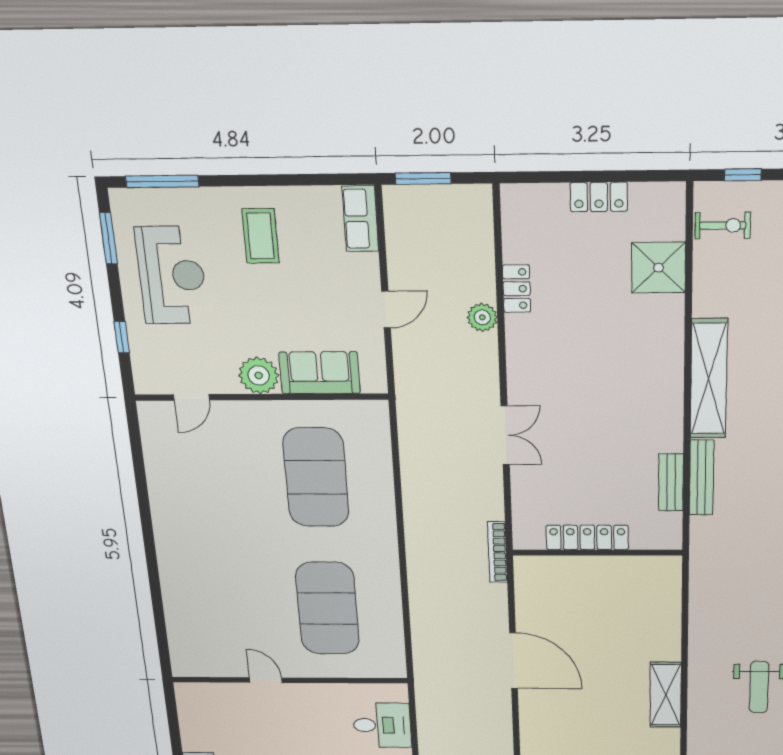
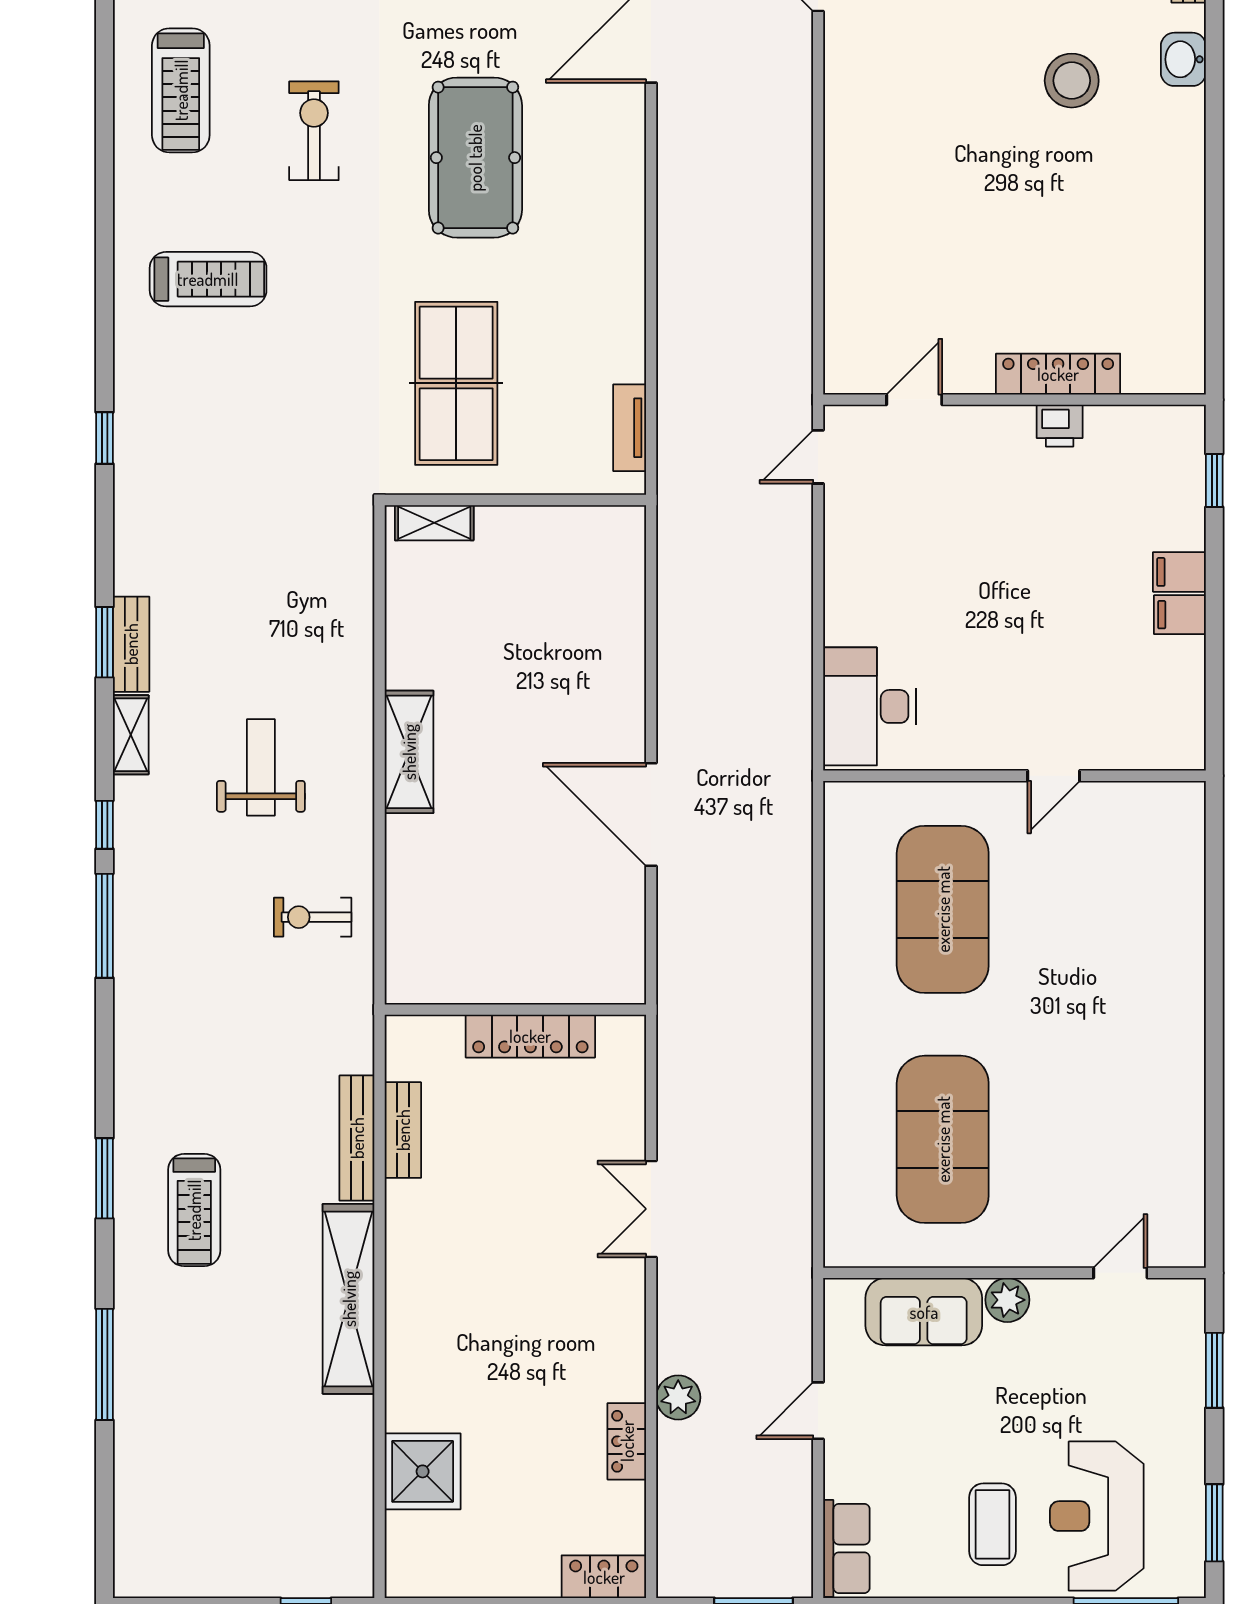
locker: (599, 197) -> (604, 1577), moved
exercise bike: (723, 226) -> (313, 917), moved
reception desk: (172, 275) -> (1097, 1516), moved
window: (122, 337) -> (1214, 1370), width x1.50
plant: (259, 375) -> (1007, 1300), width x0.73, depth x0.73
bookcase: (497, 552) -> (670, 1010), removed
door: (266, 680) -> (1054, 776), hinge flipped
desk: (382, 725) -> (870, 706), width x1.37

